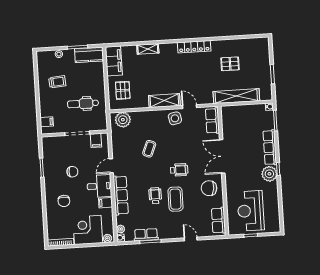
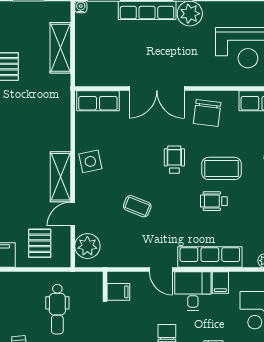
pallet: (123, 90) -> (40, 243), turned 90
shelving: (236, 96) -> (60, 48), width x0.68
door: (189, 107) -> (73, 214), moved

